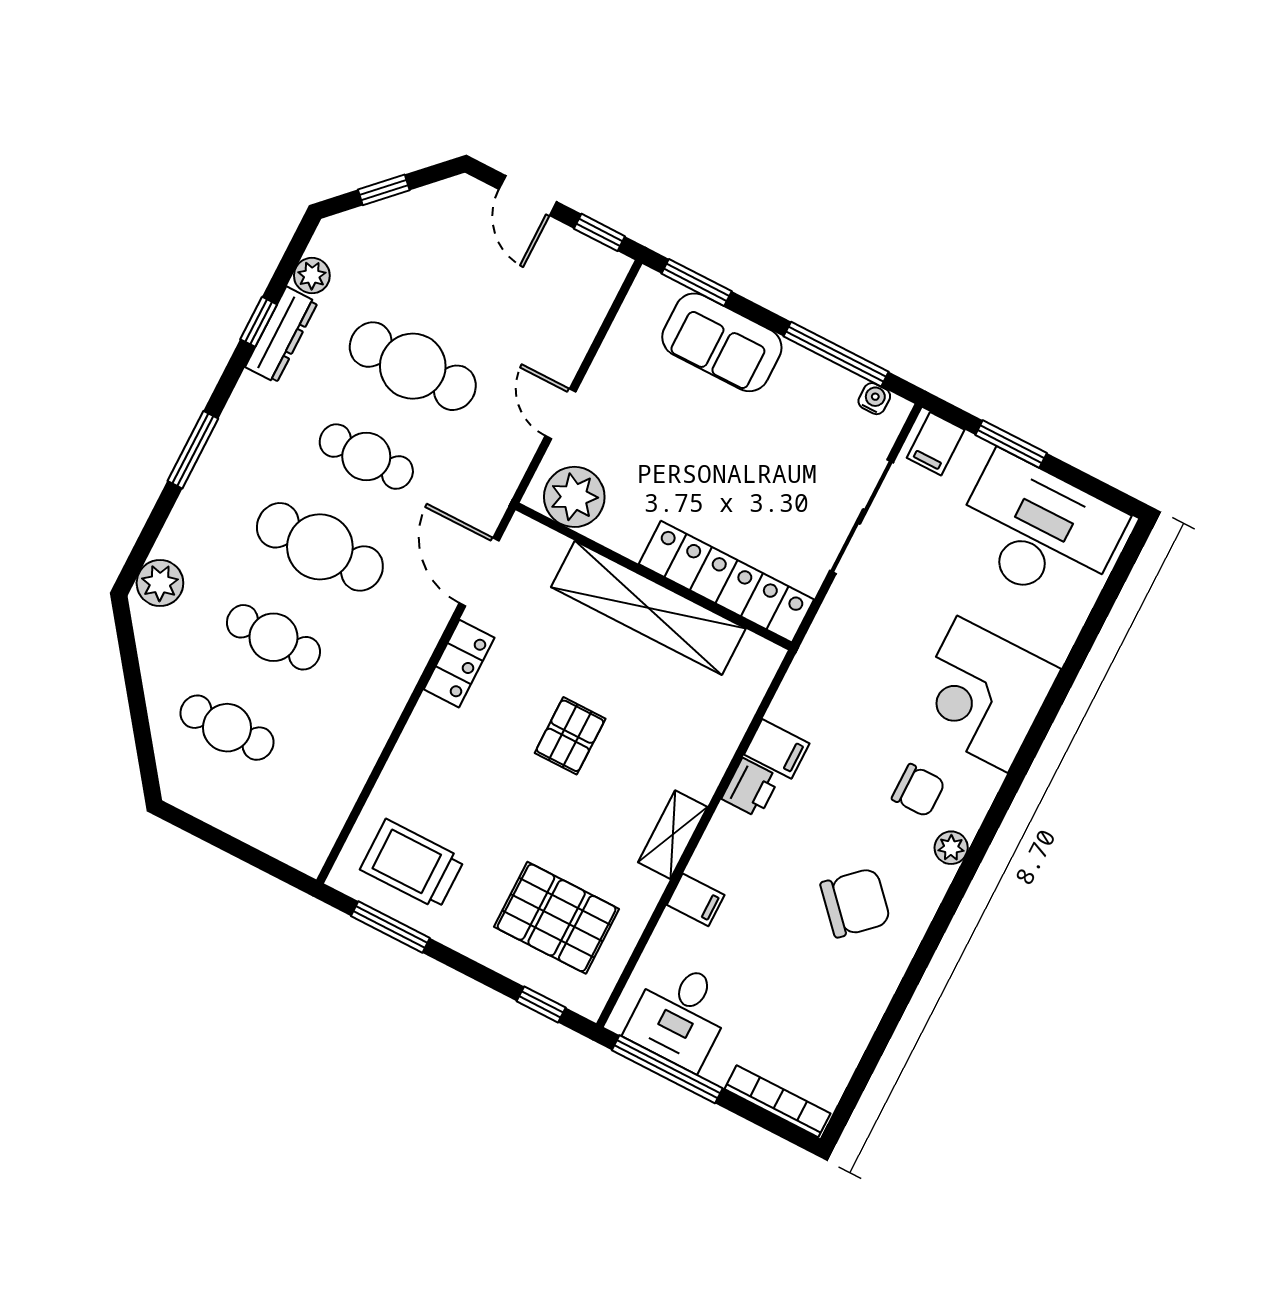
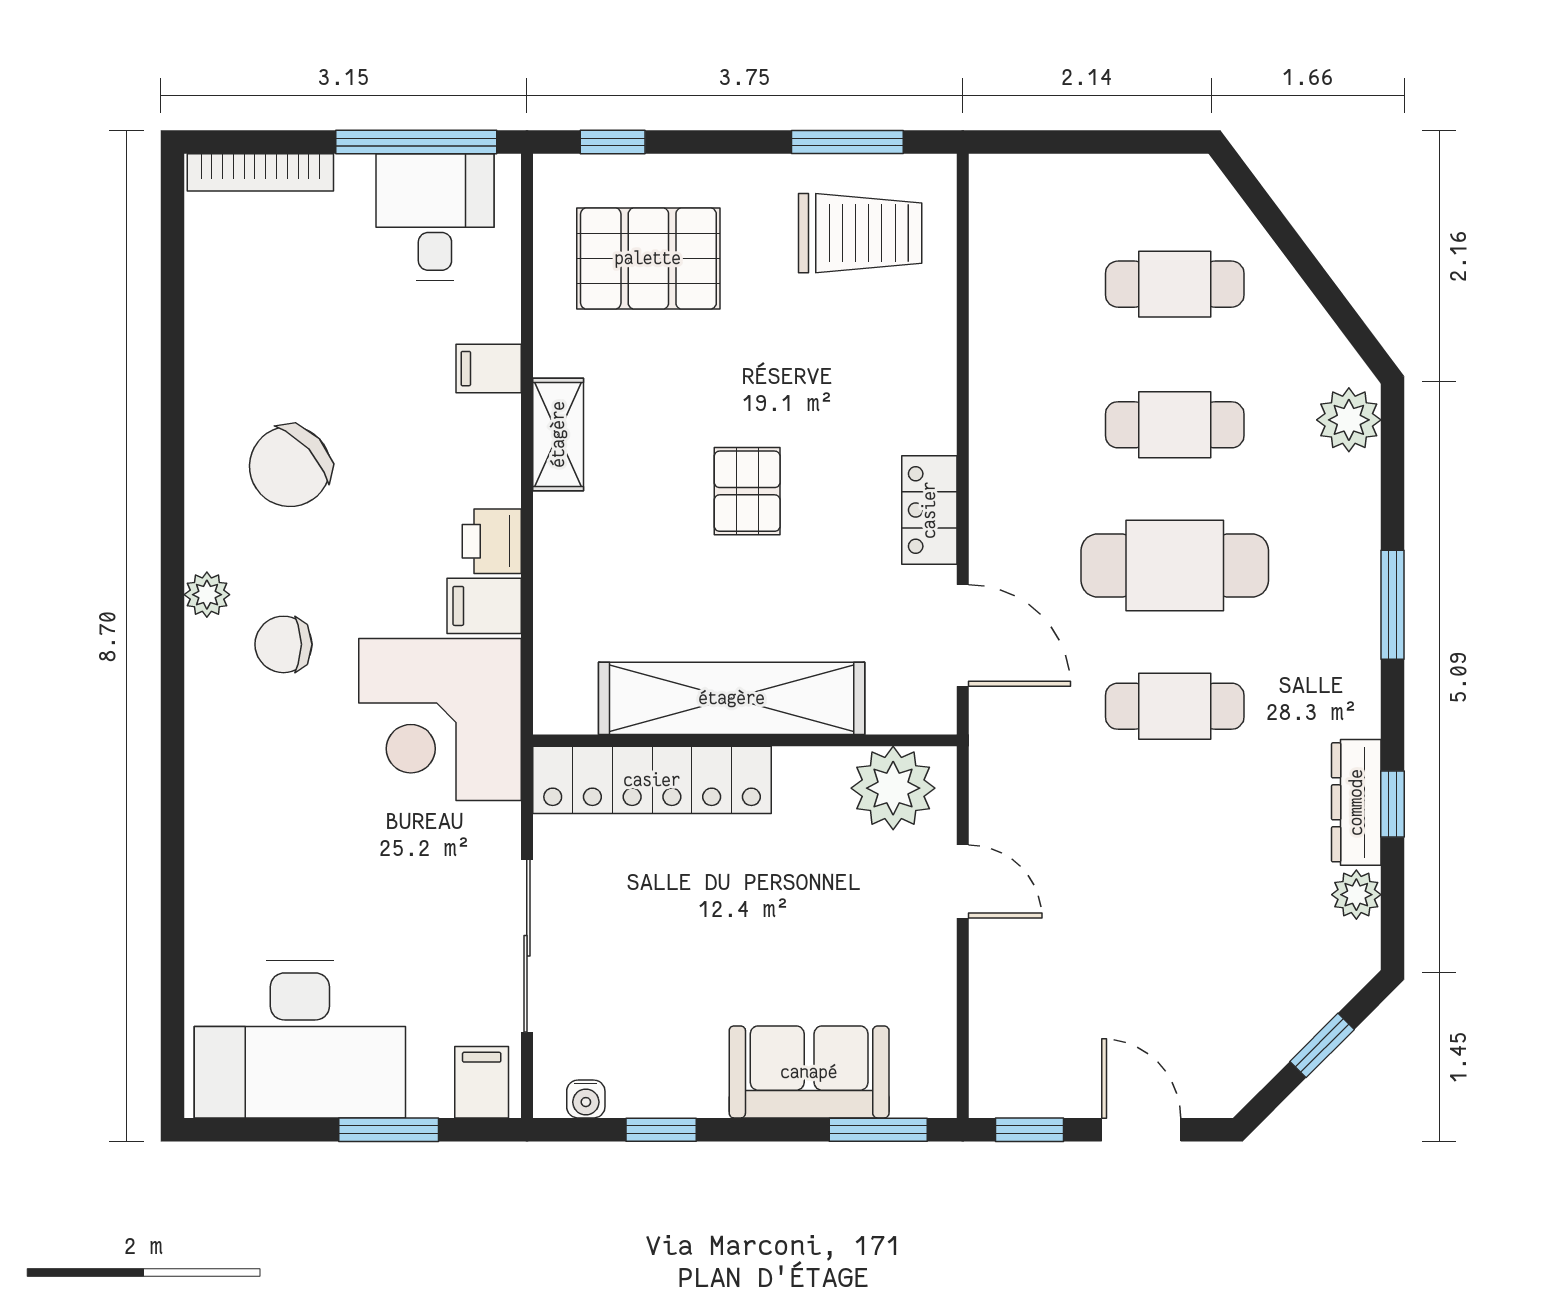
window: (836, 354) -> (661, 1130), width x0.46
cafe table: (413, 366) -> (1175, 847), removed
corner desk: (983, 694) -> (440, 719), moved, turned 180

